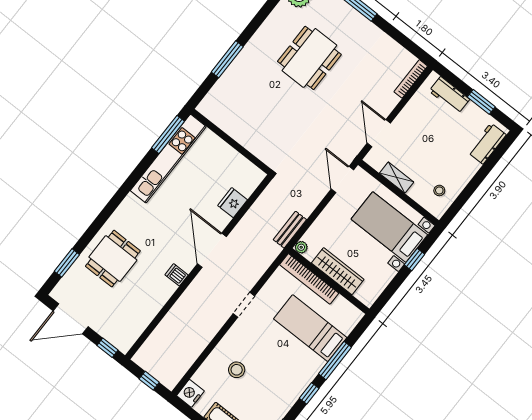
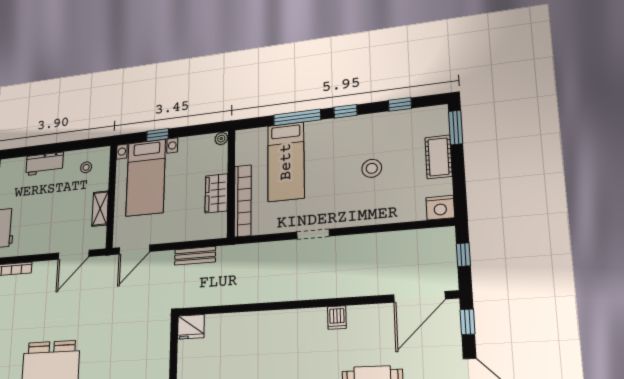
workbench: (487, 144) -> (44, 164), moved
fridge: (233, 203) -> (191, 327), moved
bench: (290, 230) -> (195, 256), moved
plant: (301, 247) -> (221, 139), moved
door: (212, 250) -> (419, 297), moved
wardrobe: (338, 271) -> (216, 193), width x0.67
stool: (237, 370) -> (372, 168), moved

